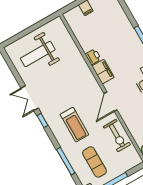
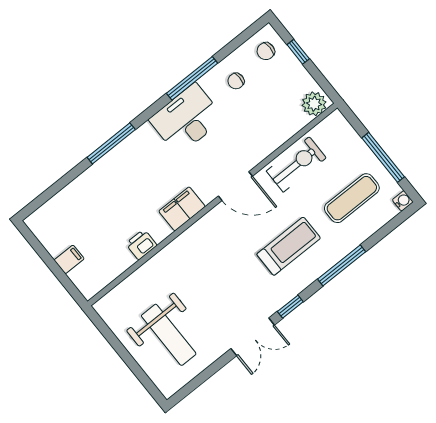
printer: (93, 57) -> (141, 244), moved
window: (66, 161) -> (342, 265), moved

